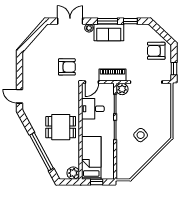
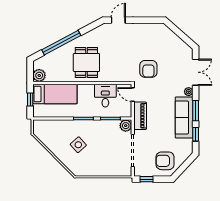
sofa: (109, 32) -> (184, 117), width x1.36
armchair: (156, 51) -> (165, 161), turned -90

